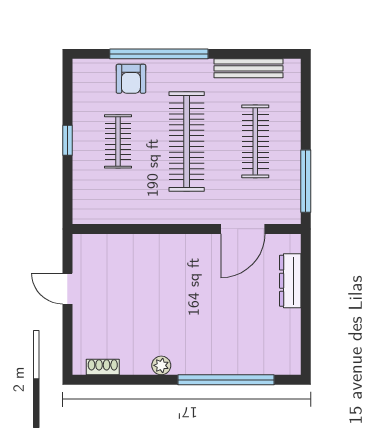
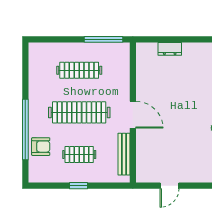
bench: (248, 68) -> (124, 154), moved
door: (243, 229) -> (133, 115), moved
dresser: (290, 281) -> (170, 49), width x0.70

